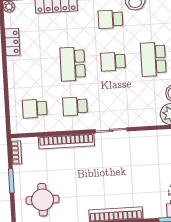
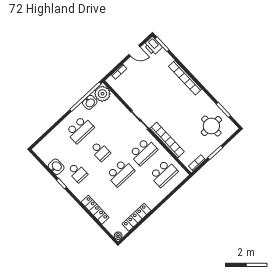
locker: (12, 42) -> (137, 217), width x1.53
school desk: (75, 106) -> (143, 152), width x1.85
school desk: (35, 109) -> (164, 173), width x1.85

